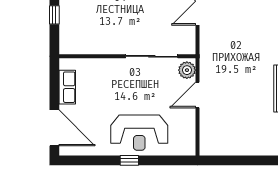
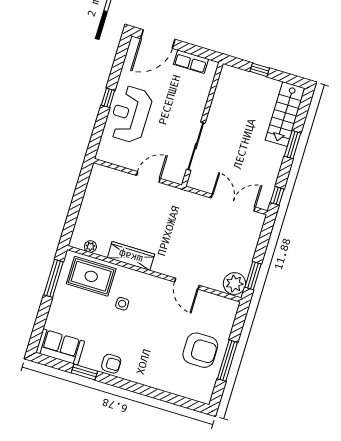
plant: (187, 70) -> (174, 174), removed
door: (197, 95) -> (148, 177), hinge flipped

